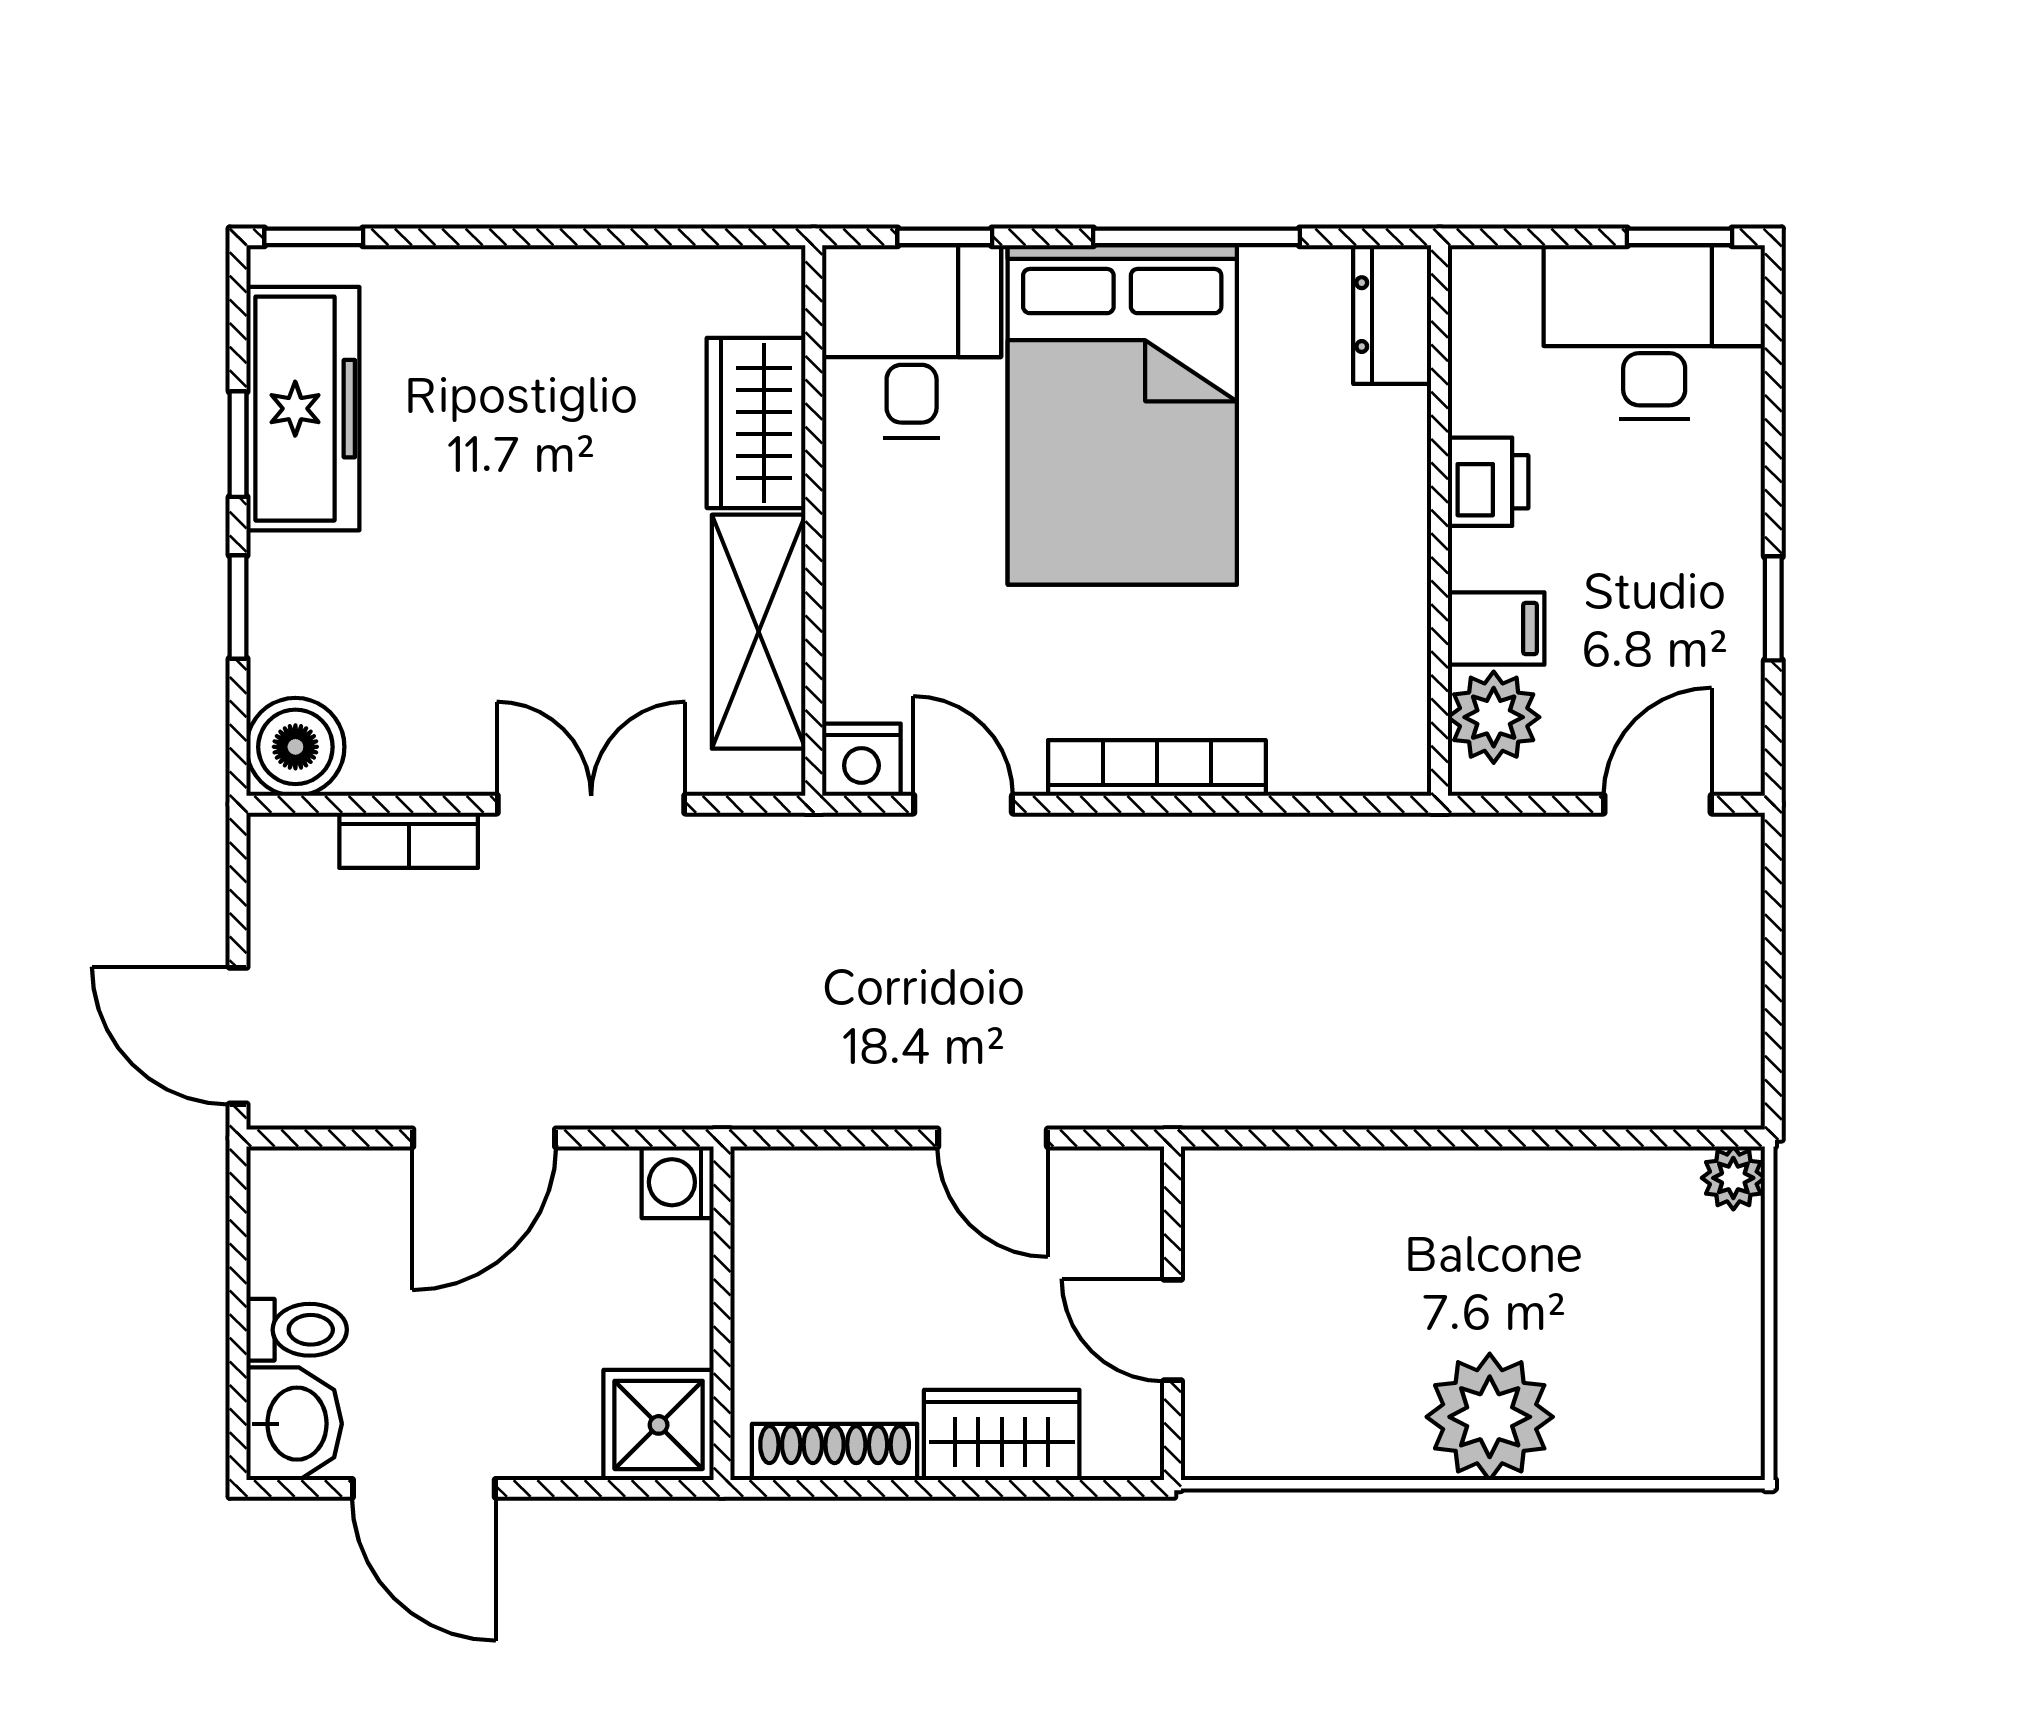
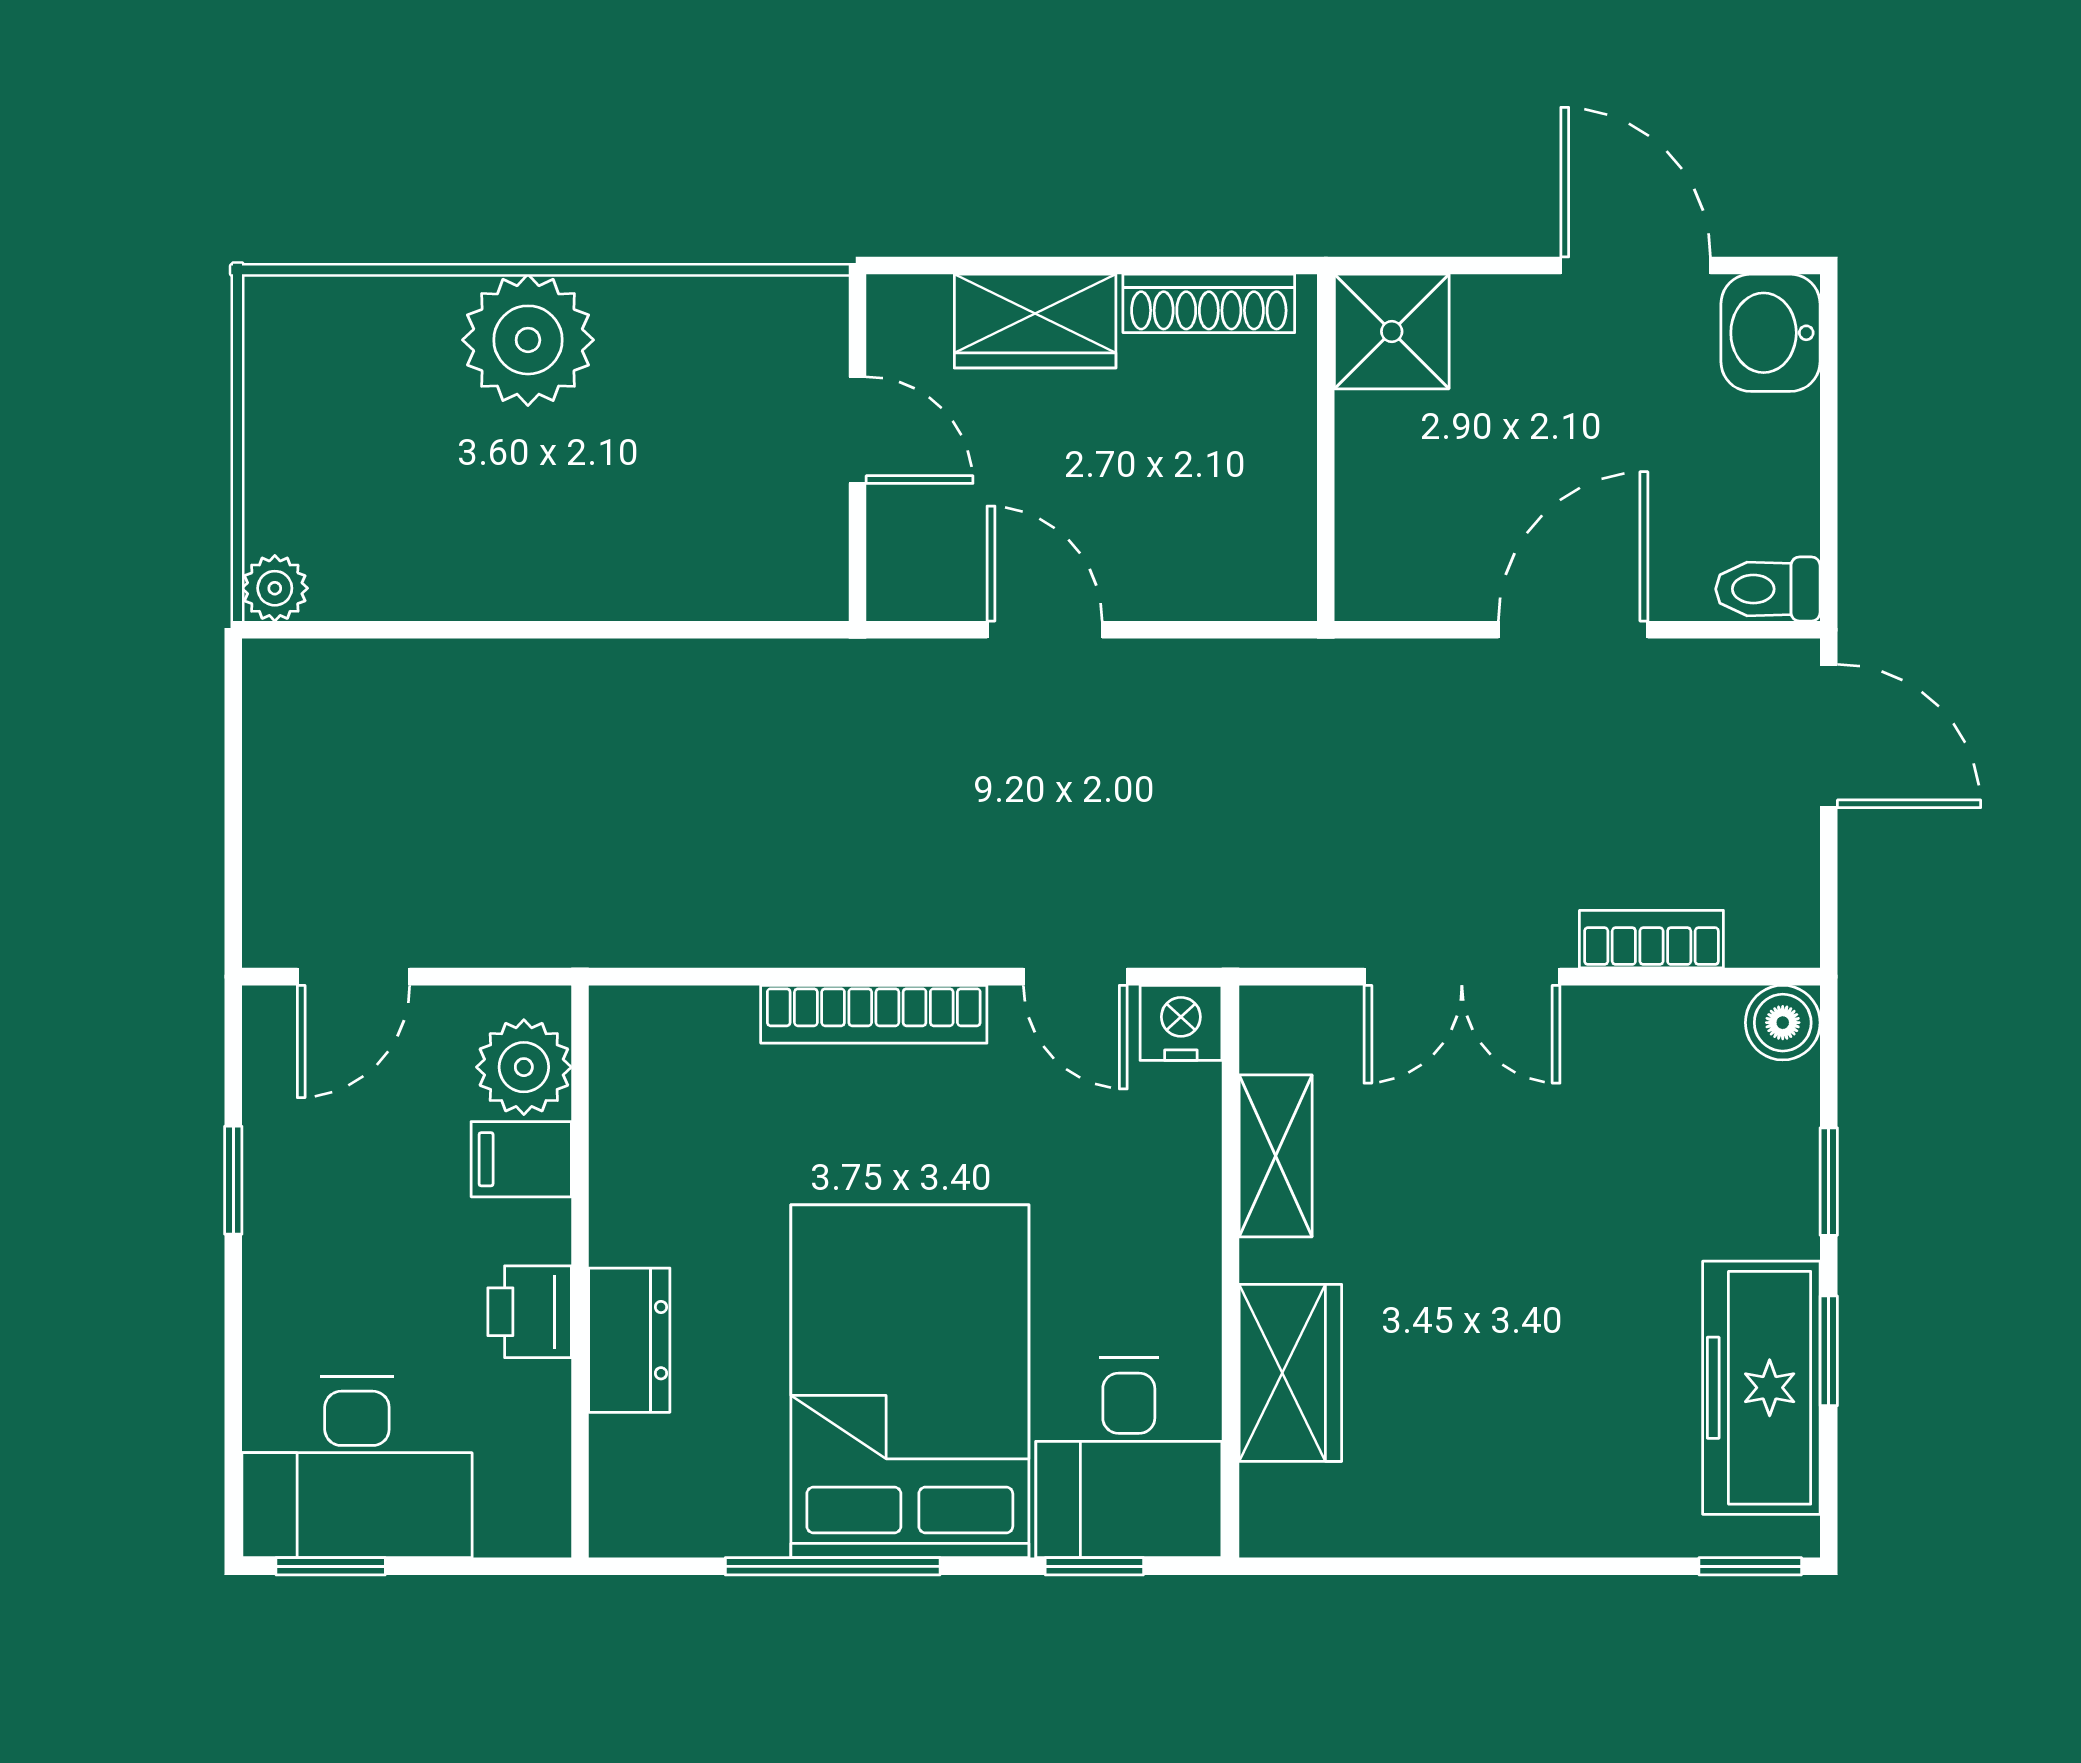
dresser: (1392, 315) -> (629, 1340), moved
shelving: (759, 632) -> (1276, 1156), width x0.67, depth x0.75
boiler: (295, 747) -> (1783, 1023), width x0.73, depth x0.73
washing machine: (678, 1182) -> (1372, 584), removed
toilet: (297, 1330) -> (1768, 589), moved

